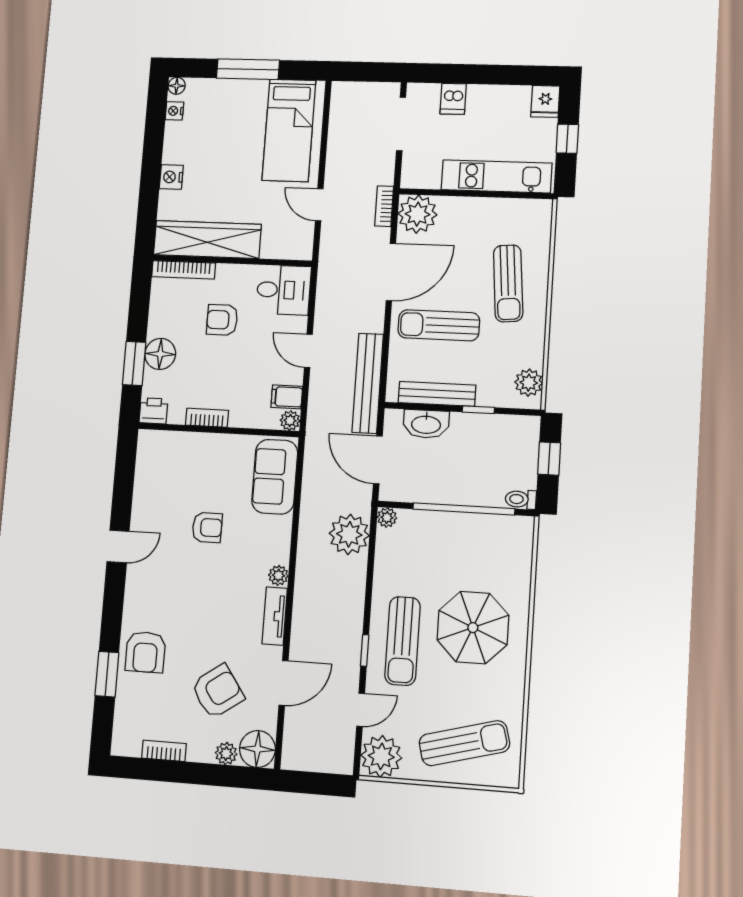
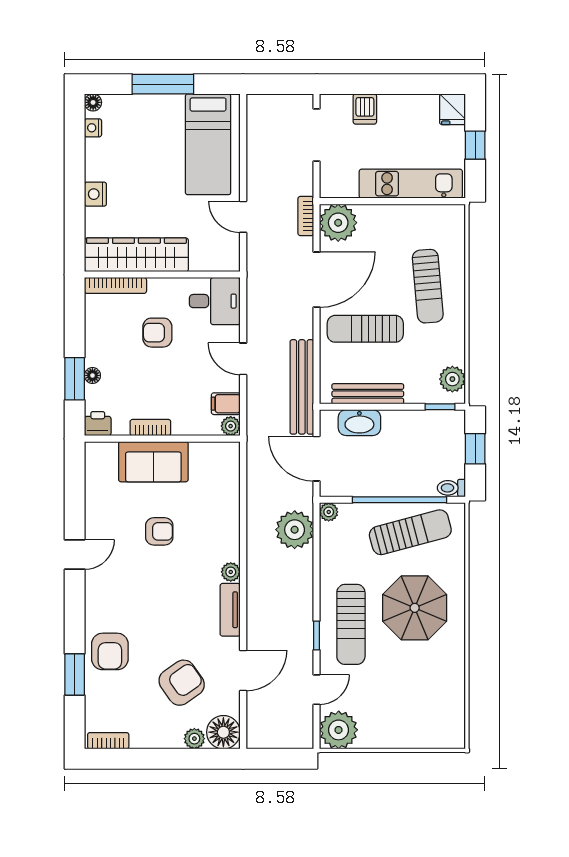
floor lamp: (160, 354) -> (92, 375), width x0.53, depth x0.53
window: (478, 410) -> (440, 407), moved
sofa: (275, 477) -> (153, 462), moved, turned -90
sun lounger: (464, 743) -> (410, 532), moved
bookcase: (164, 751) -> (108, 741), moved

